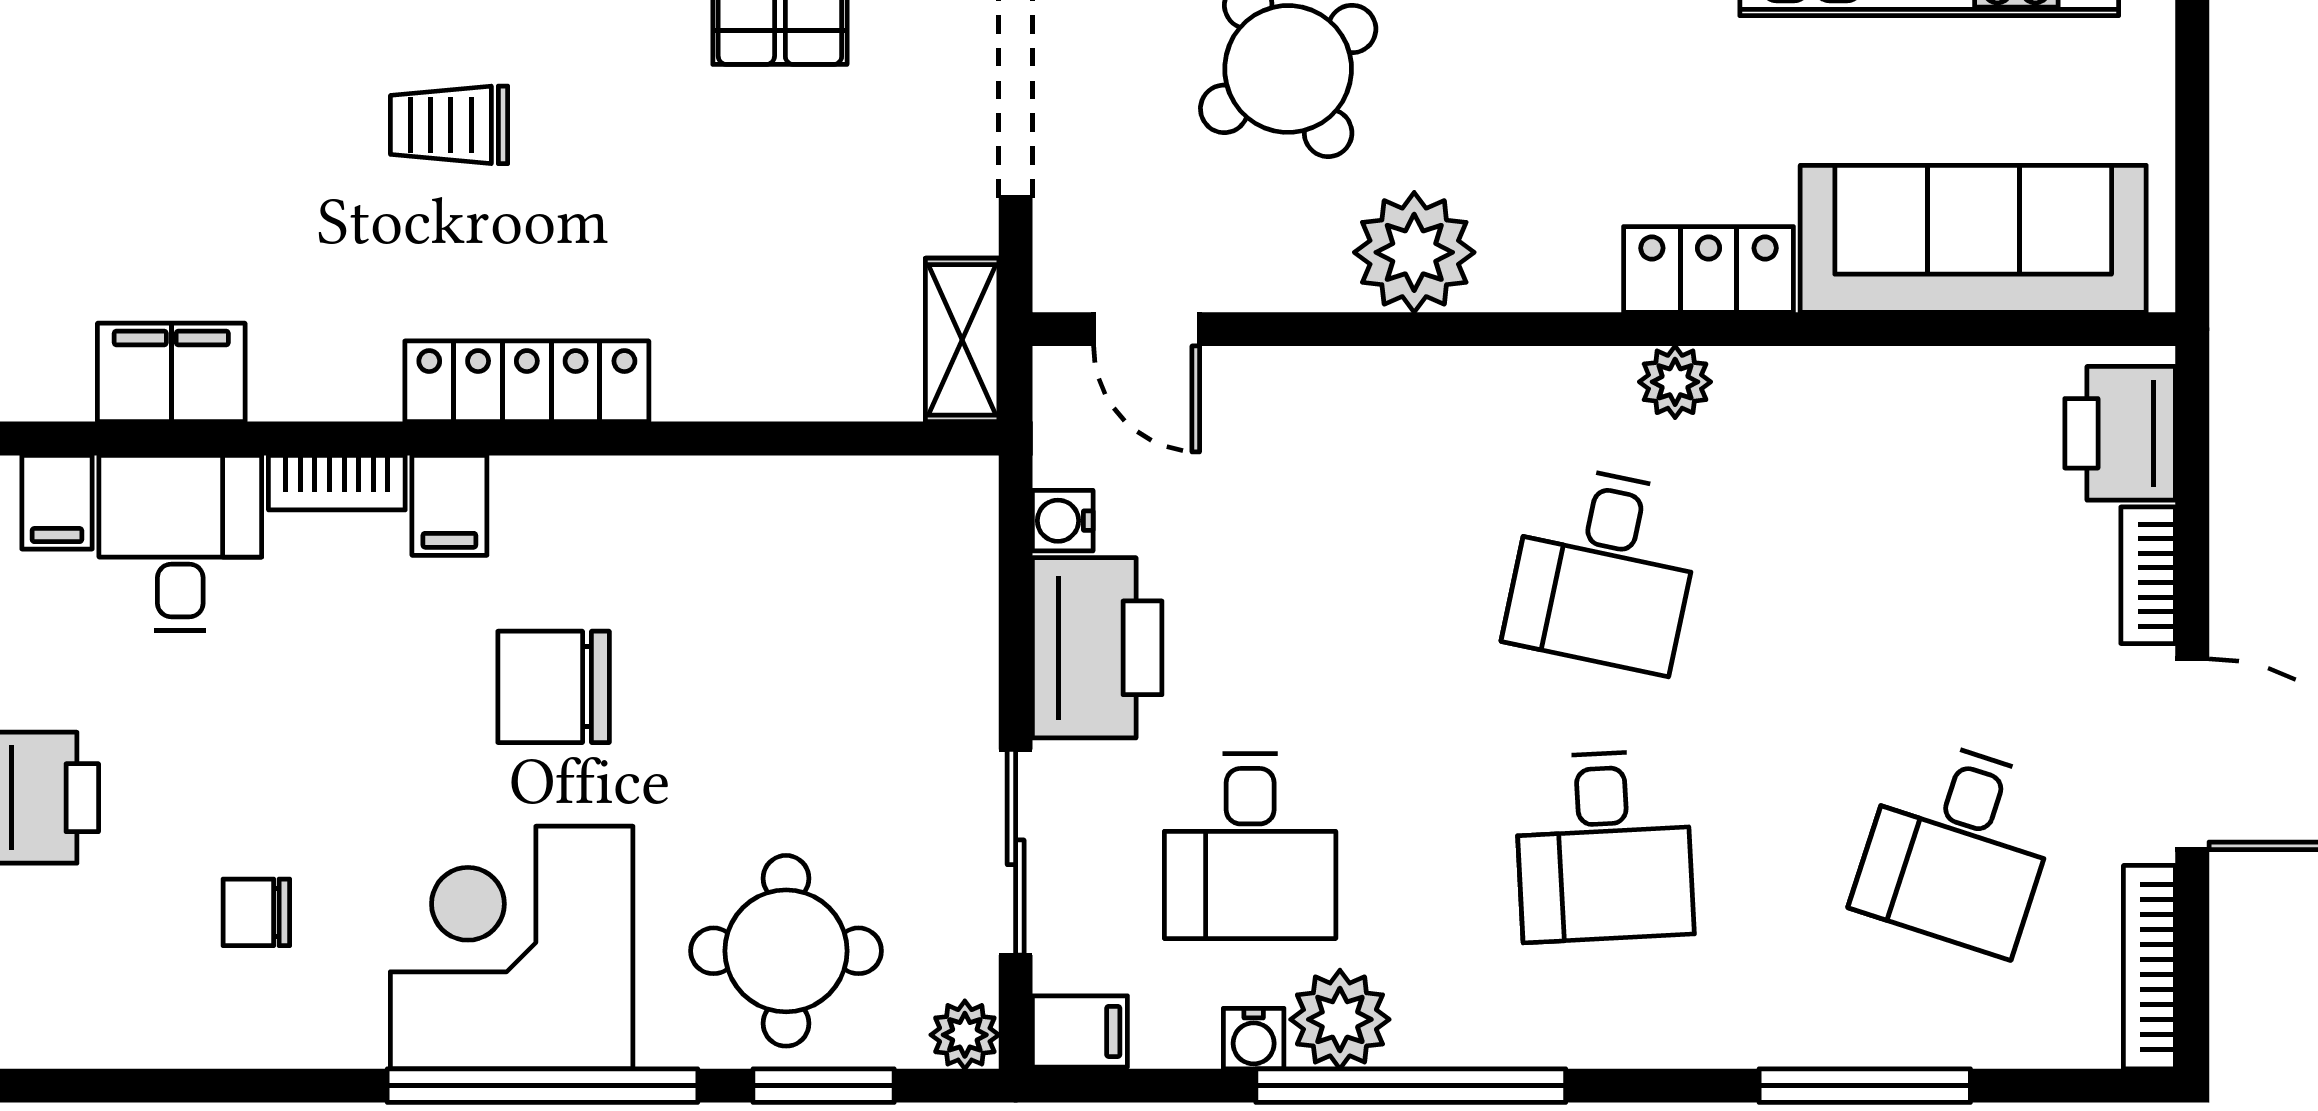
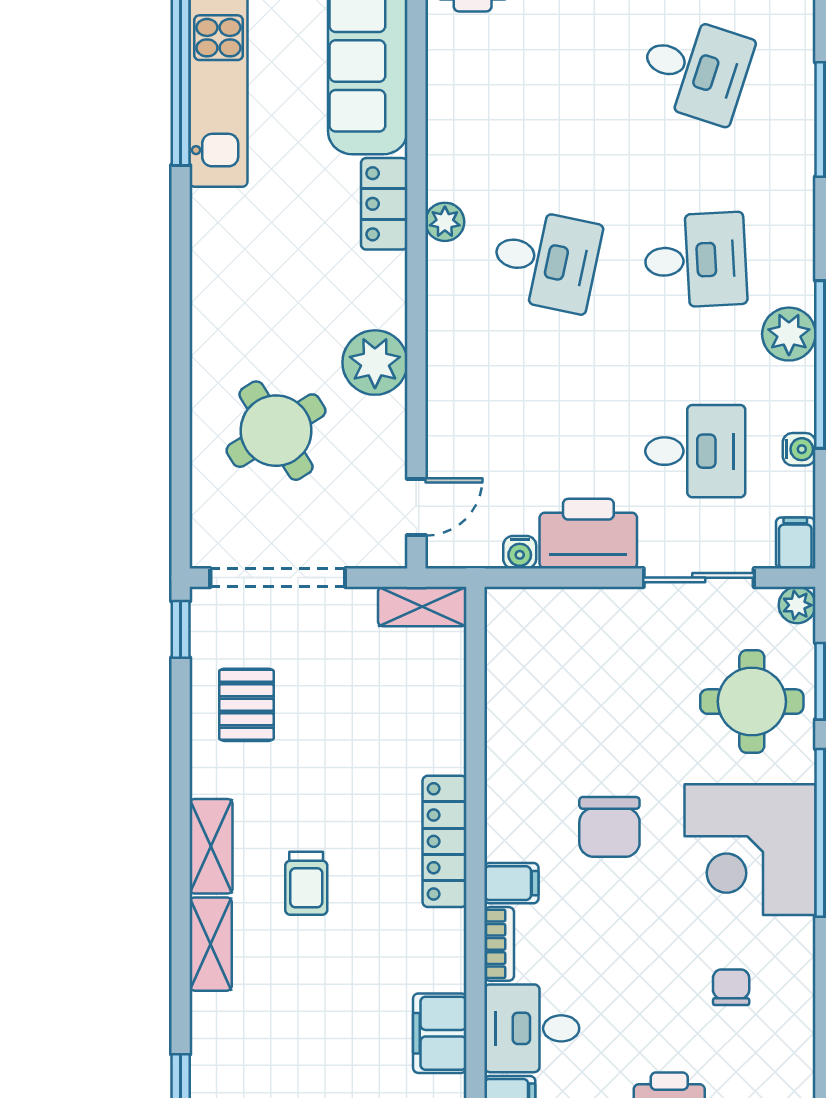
chair: (256, 912) -> (731, 987), turned 180
plant: (1340, 1019) -> (789, 334), moved

